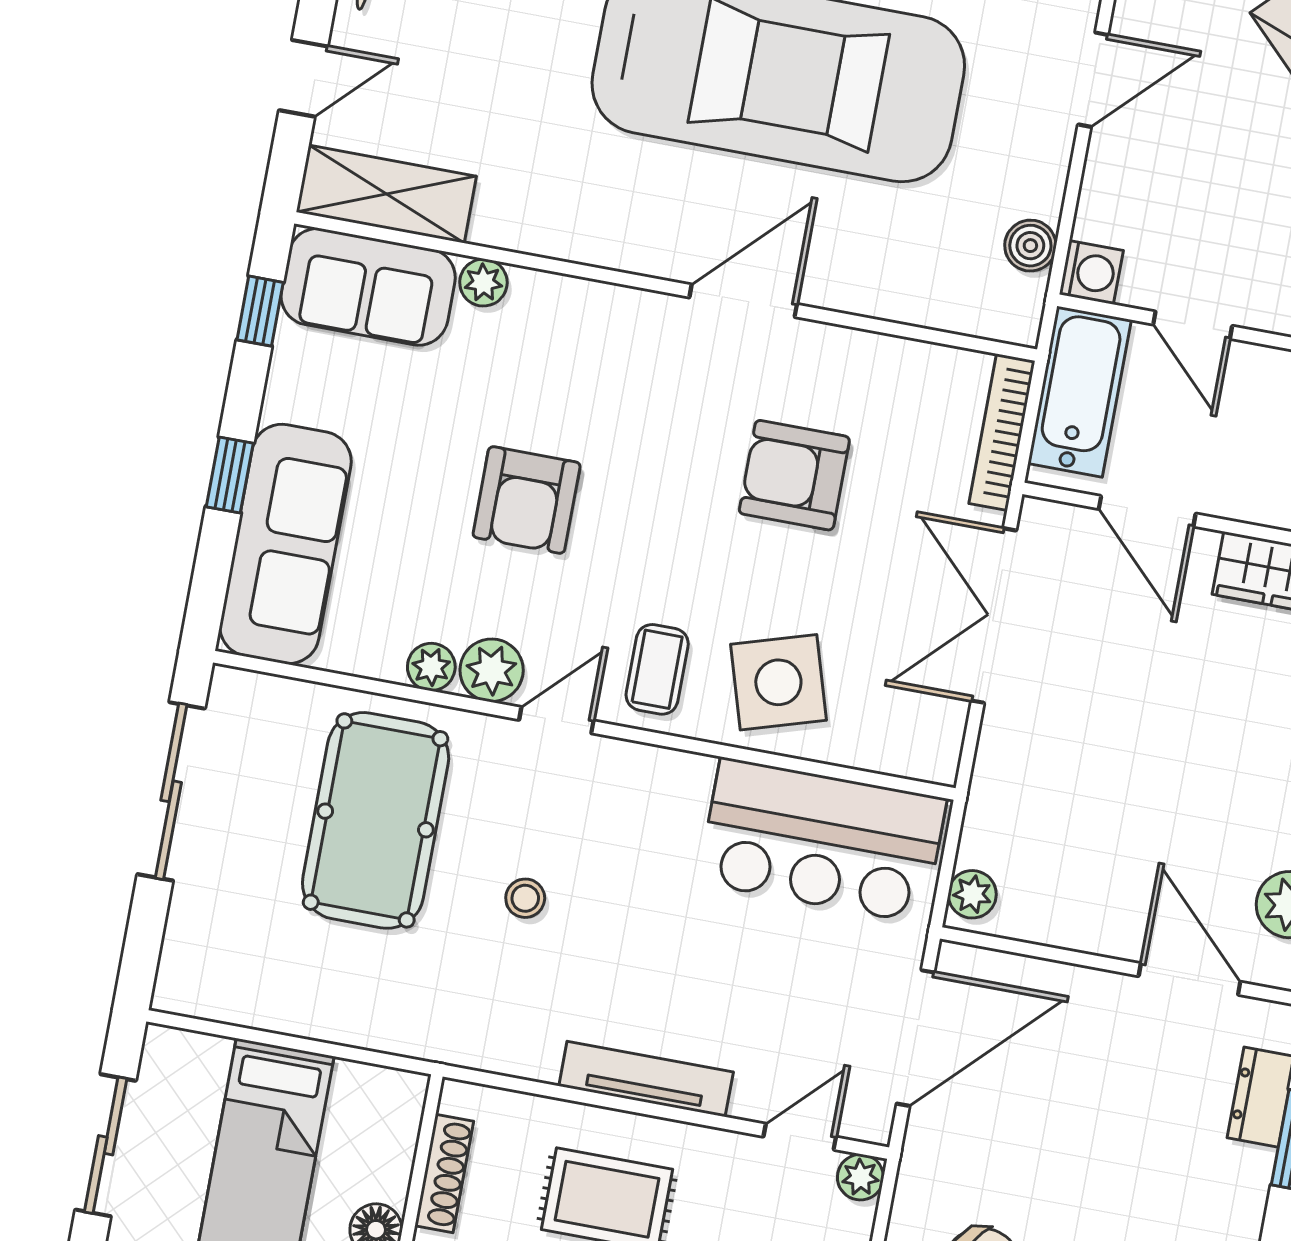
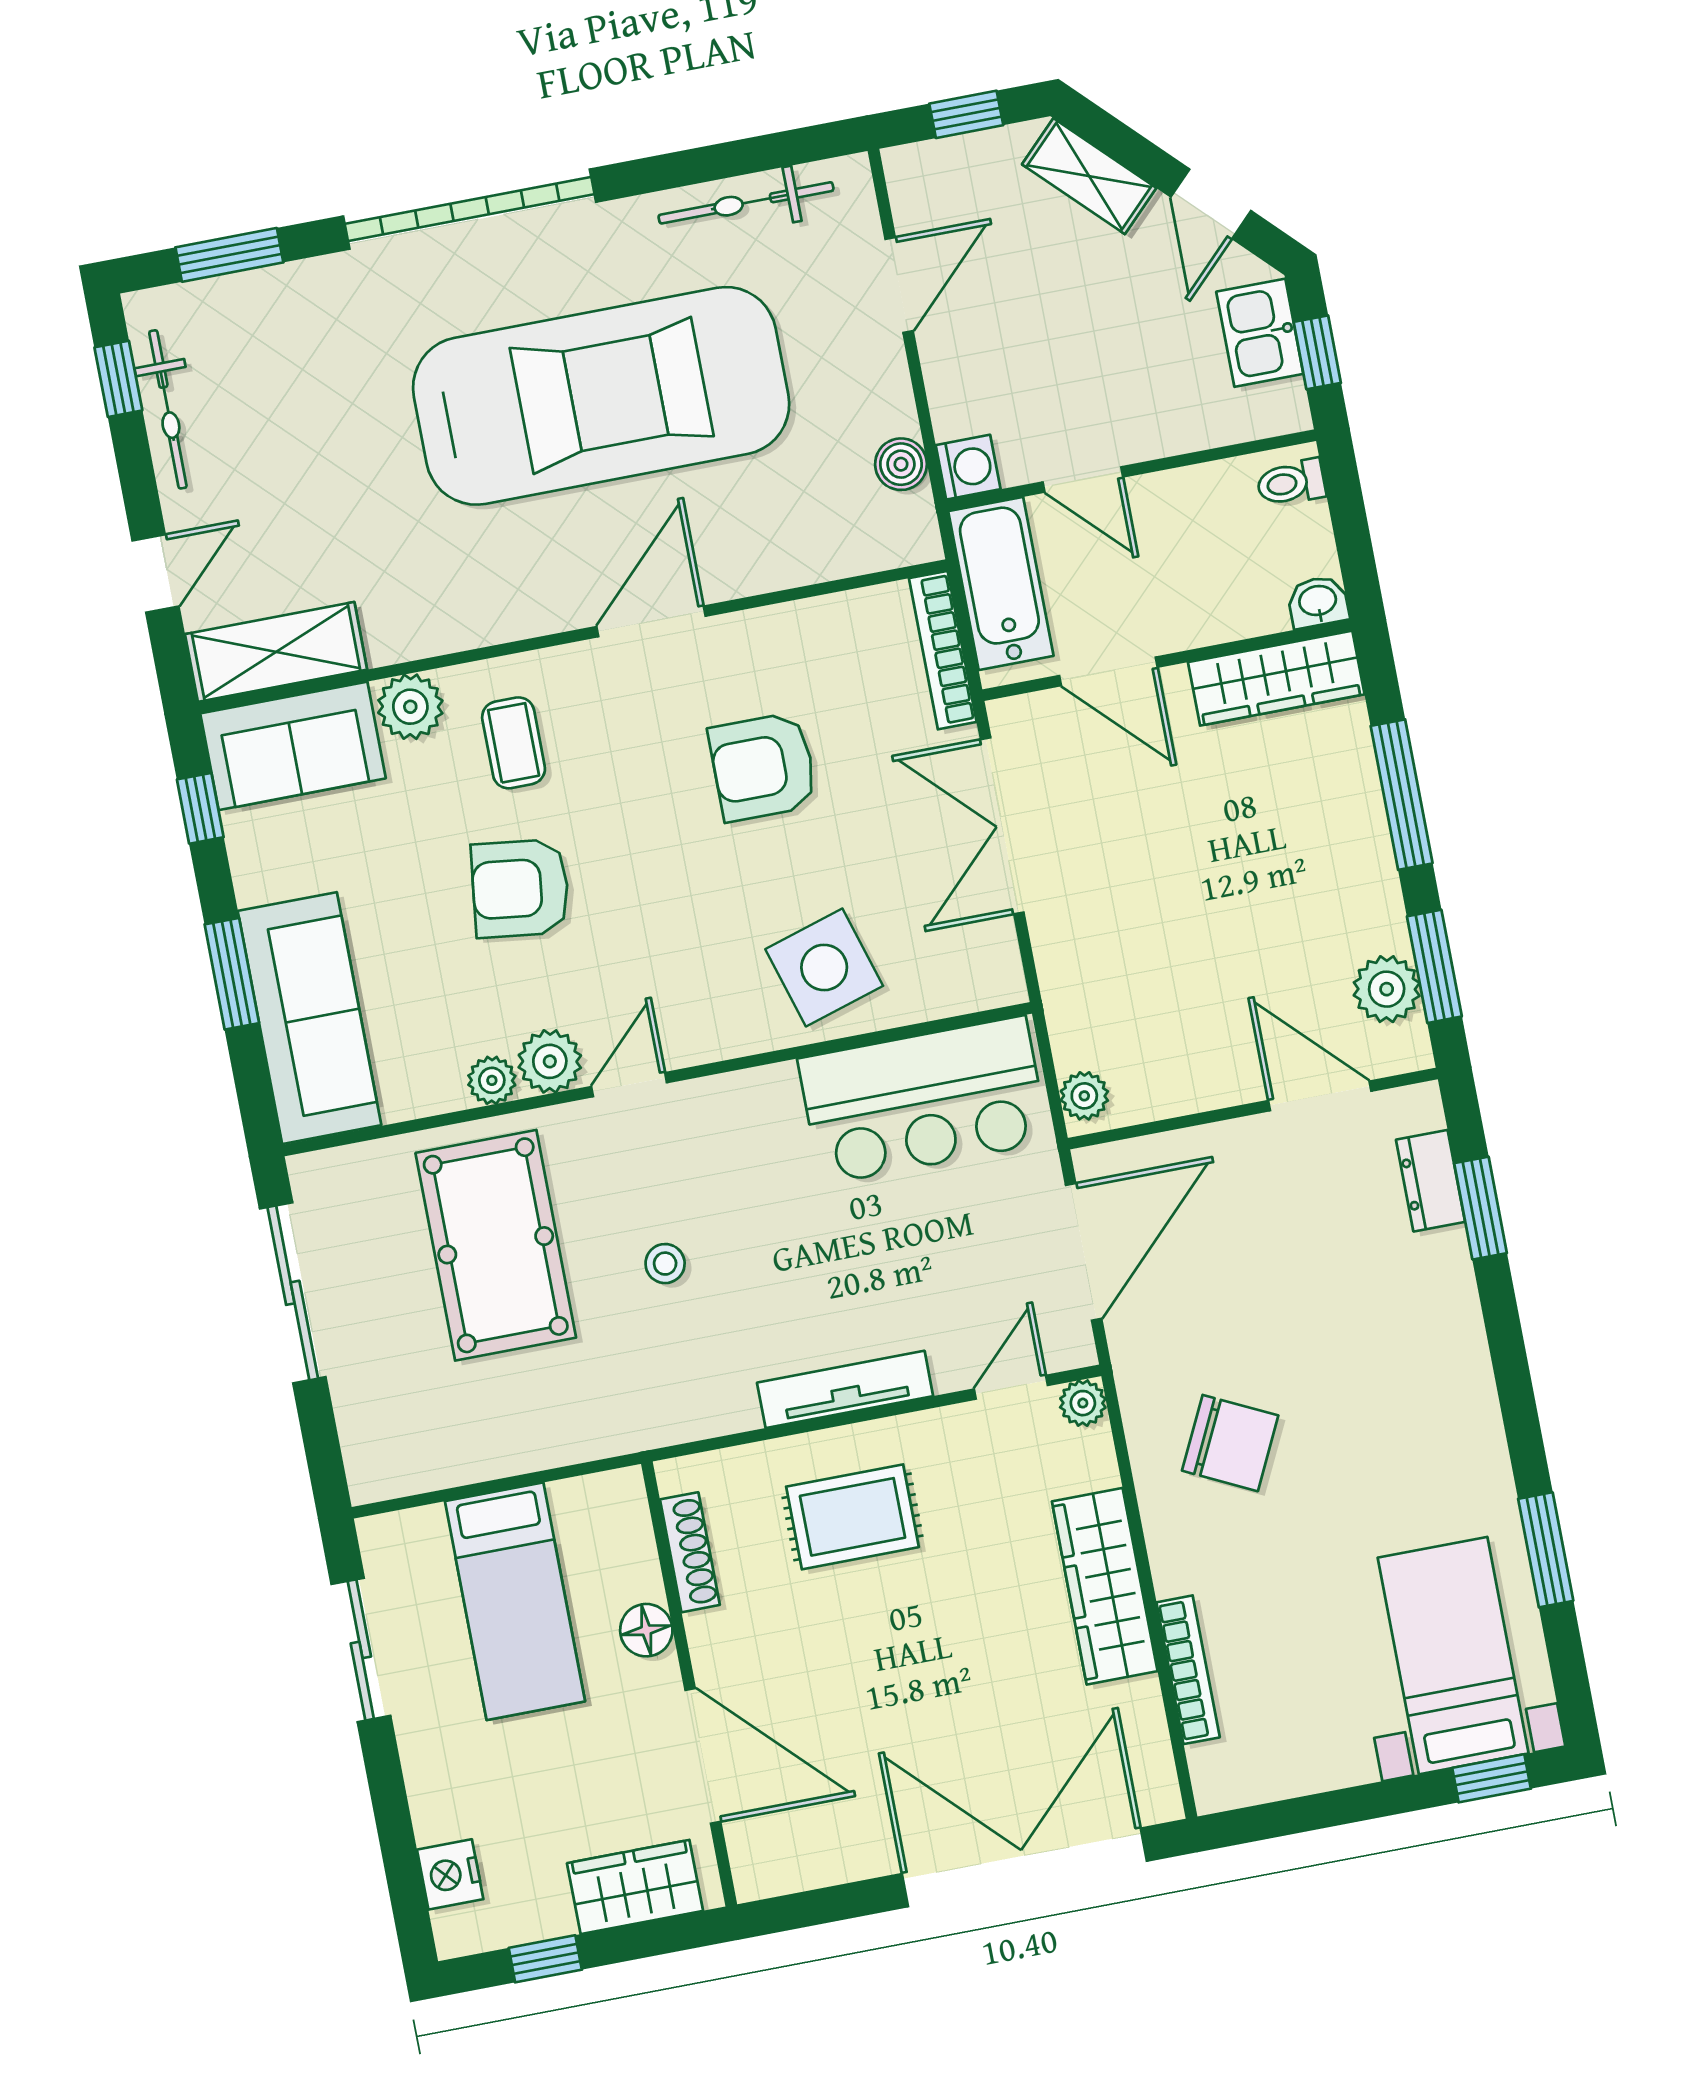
plant: (483, 283) -> (410, 707), width x1.38, depth x1.38
window: (230, 475) -> (232, 974), width x1.50
armchair: (527, 500) -> (520, 888), turned 97
coffee table: (657, 669) -> (514, 743), moved

